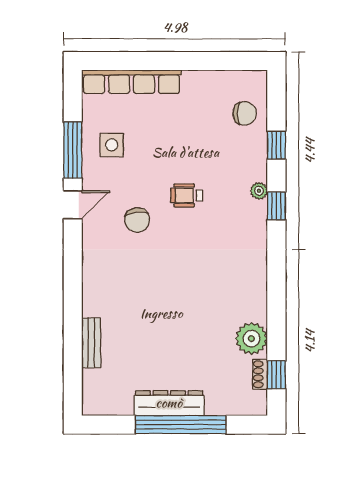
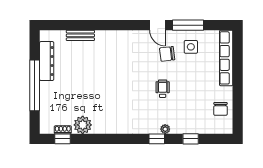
chair: (245, 113) -> (220, 109), moved
chair: (137, 220) -> (167, 54), moved
dresser: (169, 403) -> (47, 61), moved

